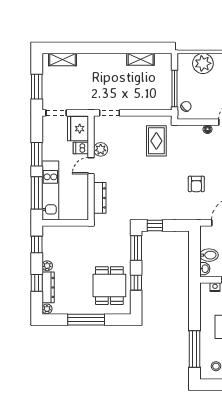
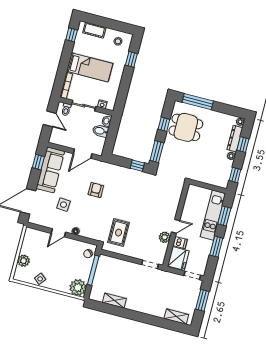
plant: (203, 63) -> (78, 288), moved
window: (37, 193) -> (224, 216), width x0.69
dresser: (100, 198) -> (175, 199), removed
dining table: (109, 286) -> (186, 127), turned 90
window: (86, 320) -> (198, 102), moved
window: (194, 349) -> (131, 59), width x0.46

